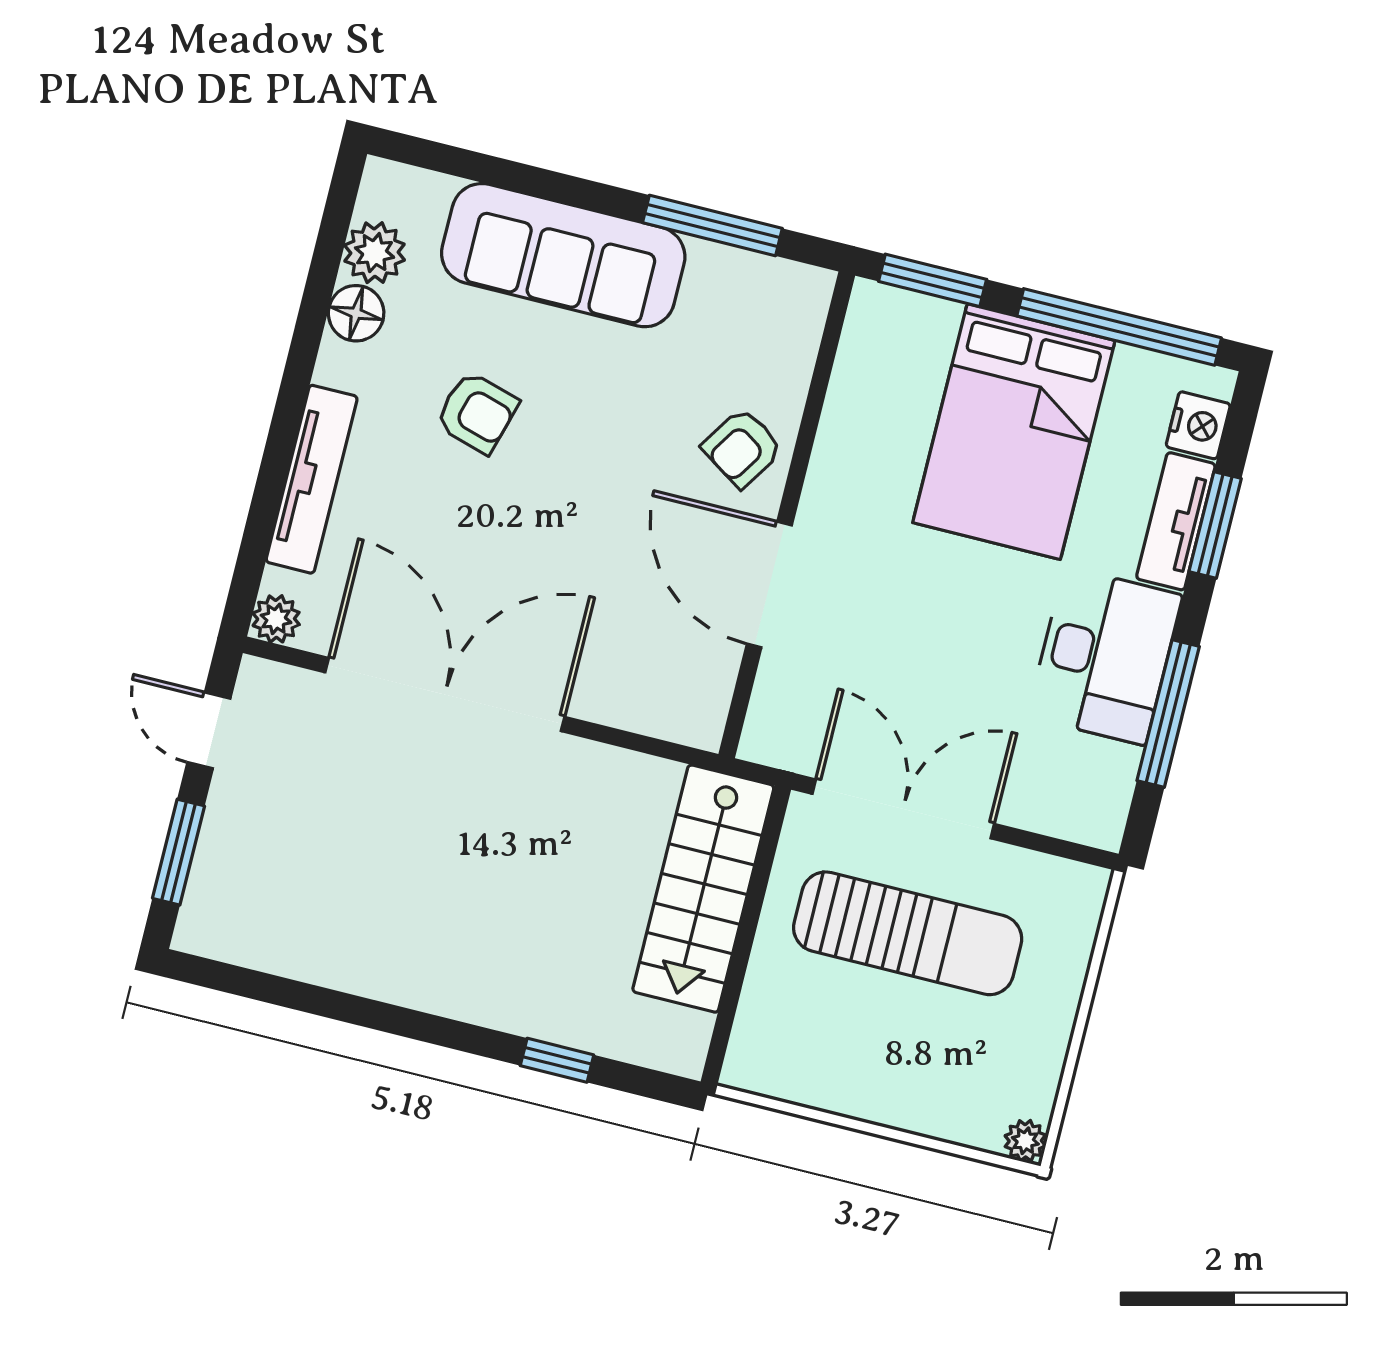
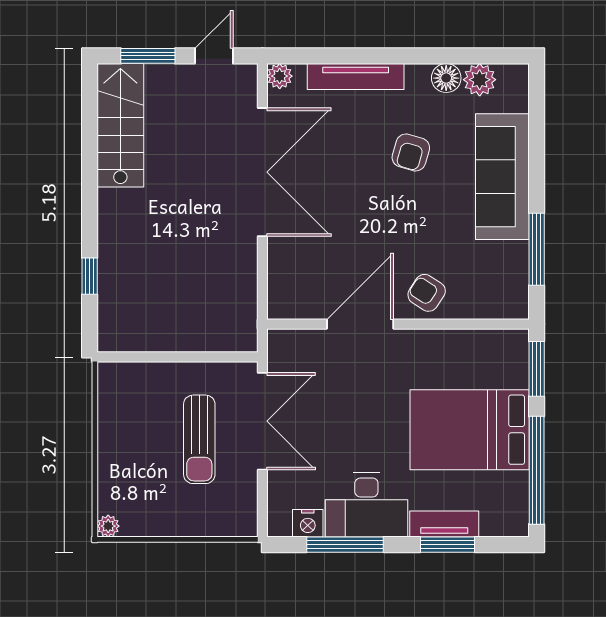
nightstand: (1198, 425) -> (308, 523), moved
stairs: (703, 889) -> (120, 125), moved, turned 90
sun lounger: (908, 933) -> (199, 439), width x0.73, depth x0.75

